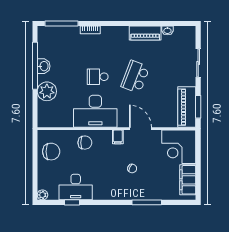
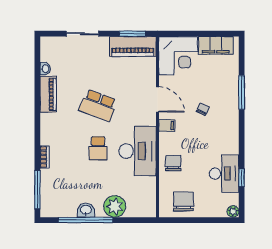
door: (141, 129) -> (157, 99), swing flipped

